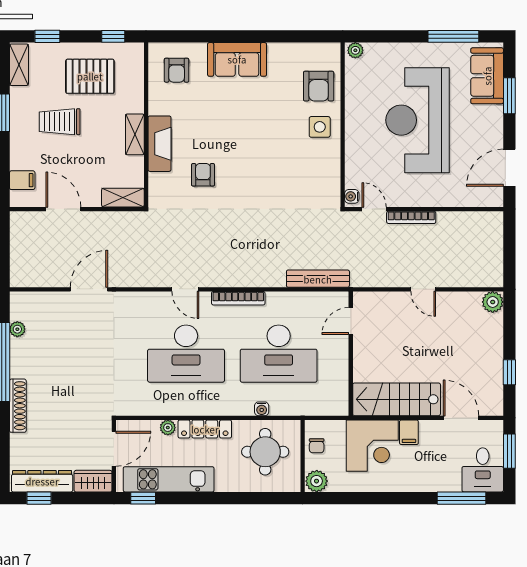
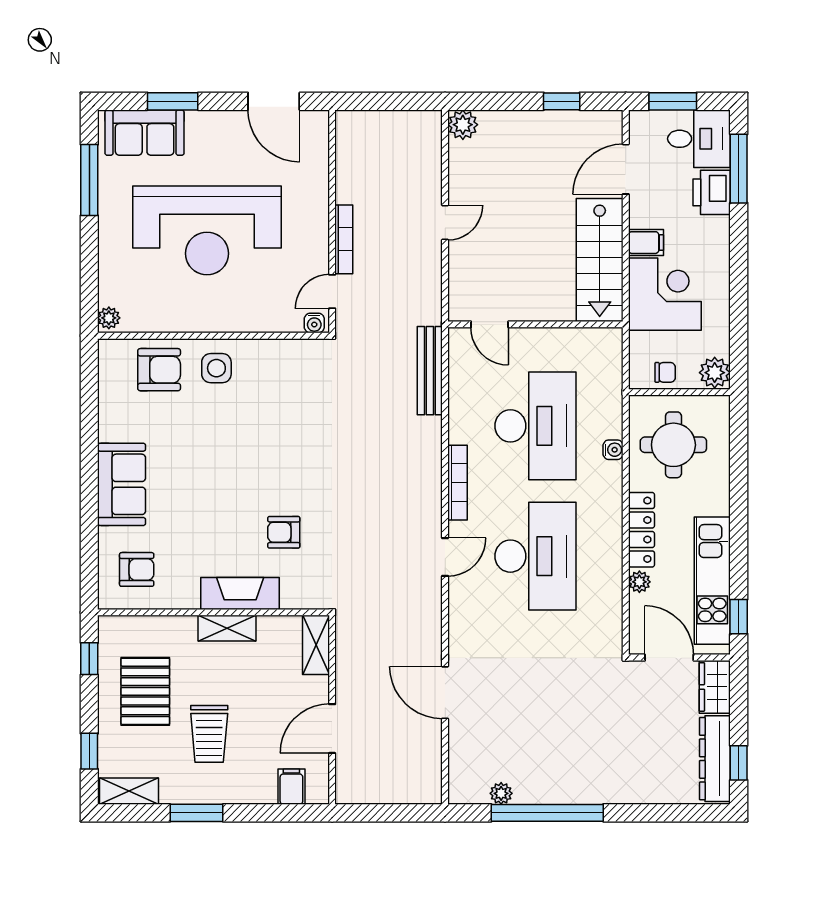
shoe rack: (18, 406) -> (609, 793), removed
printer: (445, 479) -> (712, 192), added

